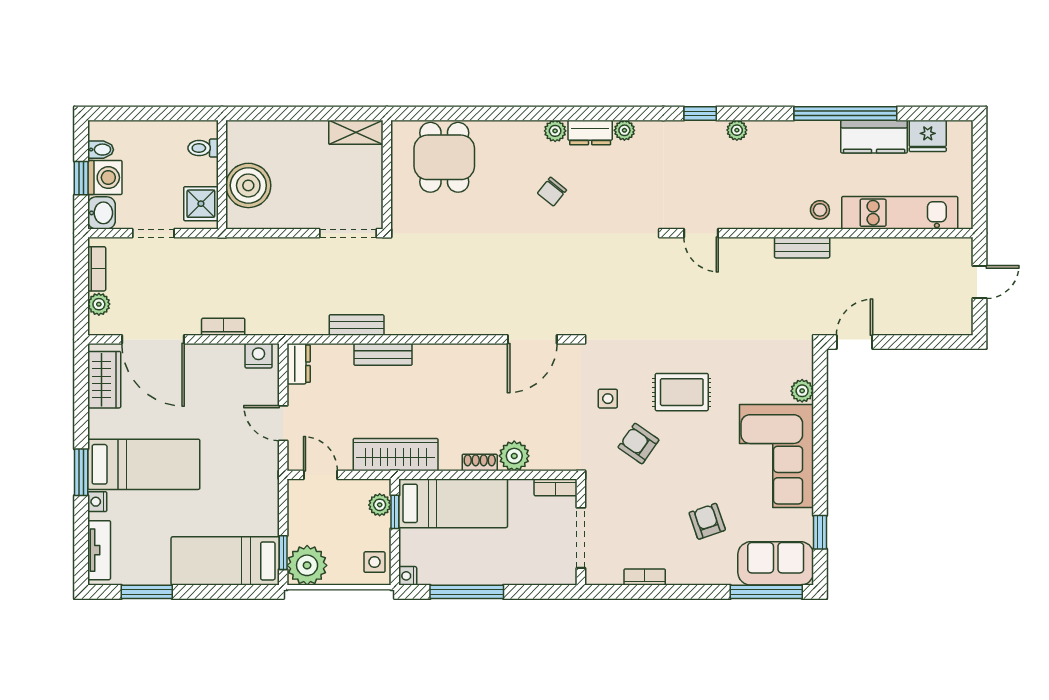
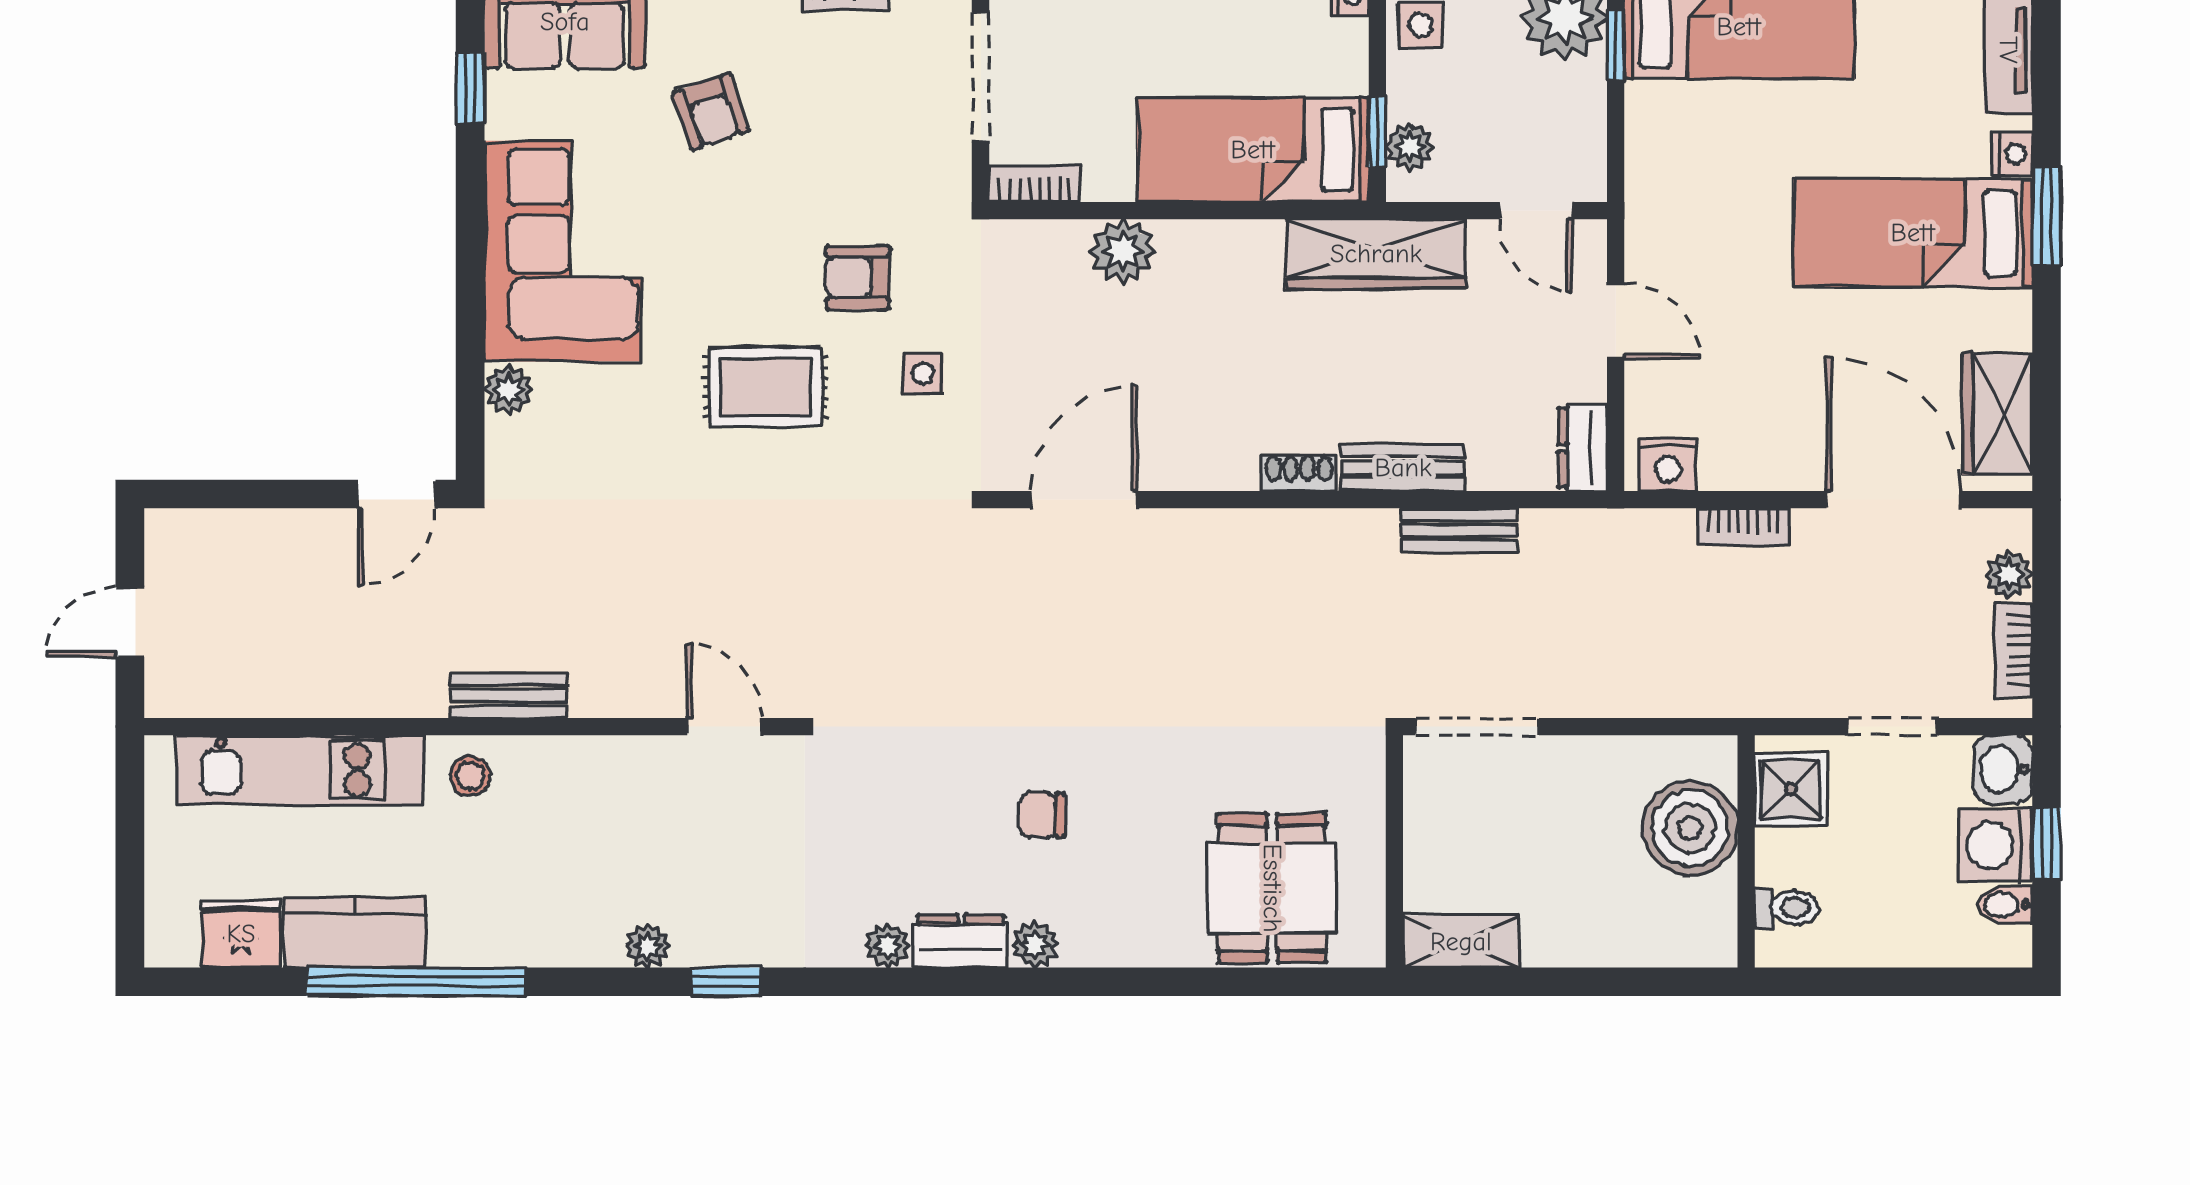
chair: (552, 192) -> (1042, 815), turned -129
armchair: (638, 444) -> (858, 277), turned 145
shoe rack: (480, 462) -> (1299, 473), moved, turned 180

